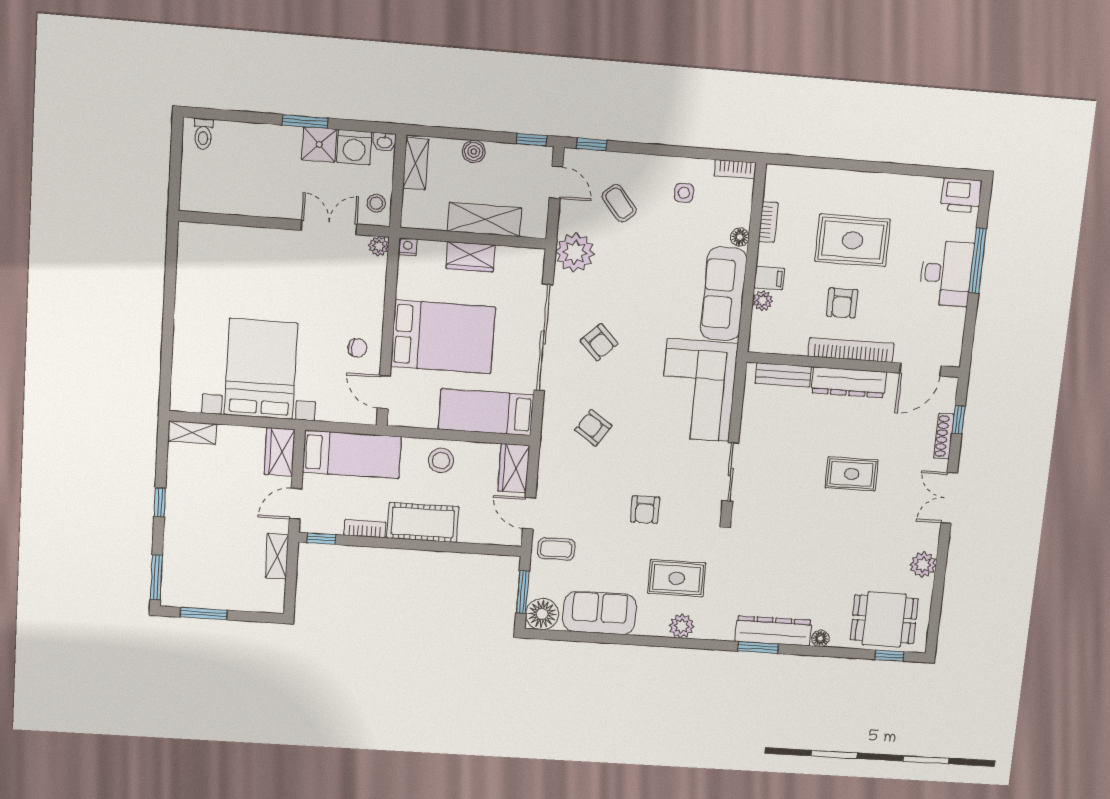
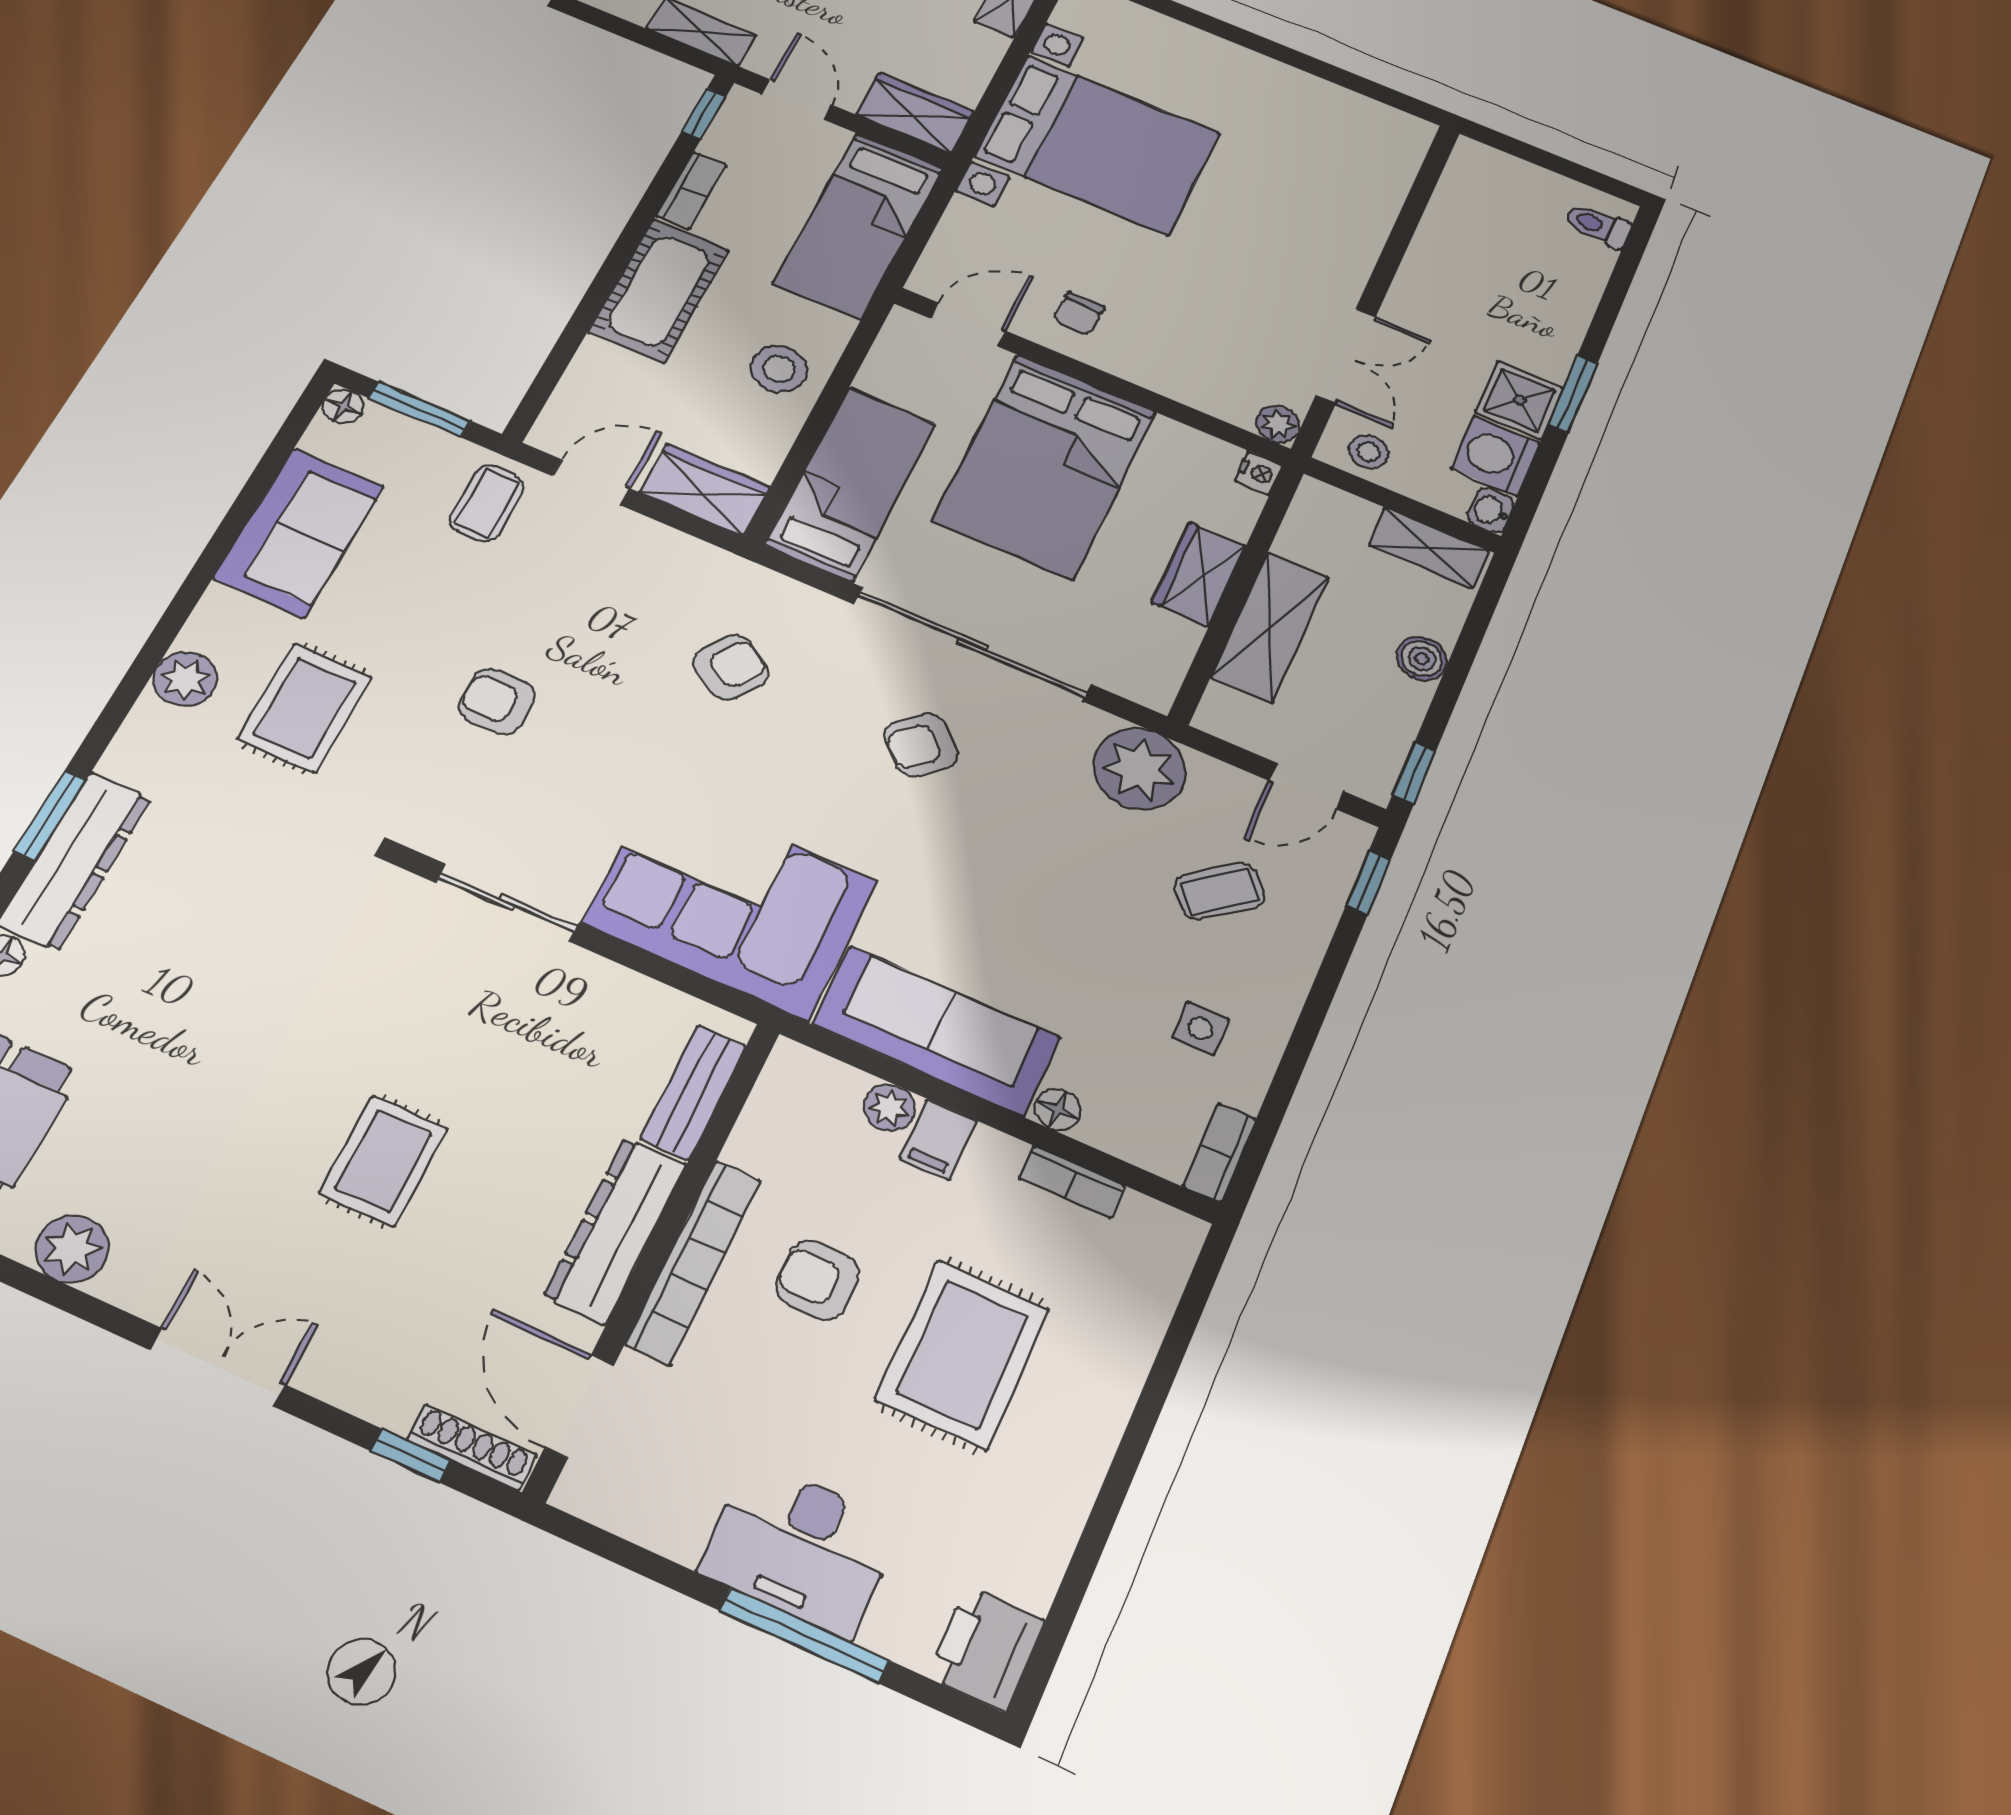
shoe rack: (944, 436) -> (472, 1447), moved
floor lamp: (542, 614) -> (343, 406), width x0.53, depth x0.53

